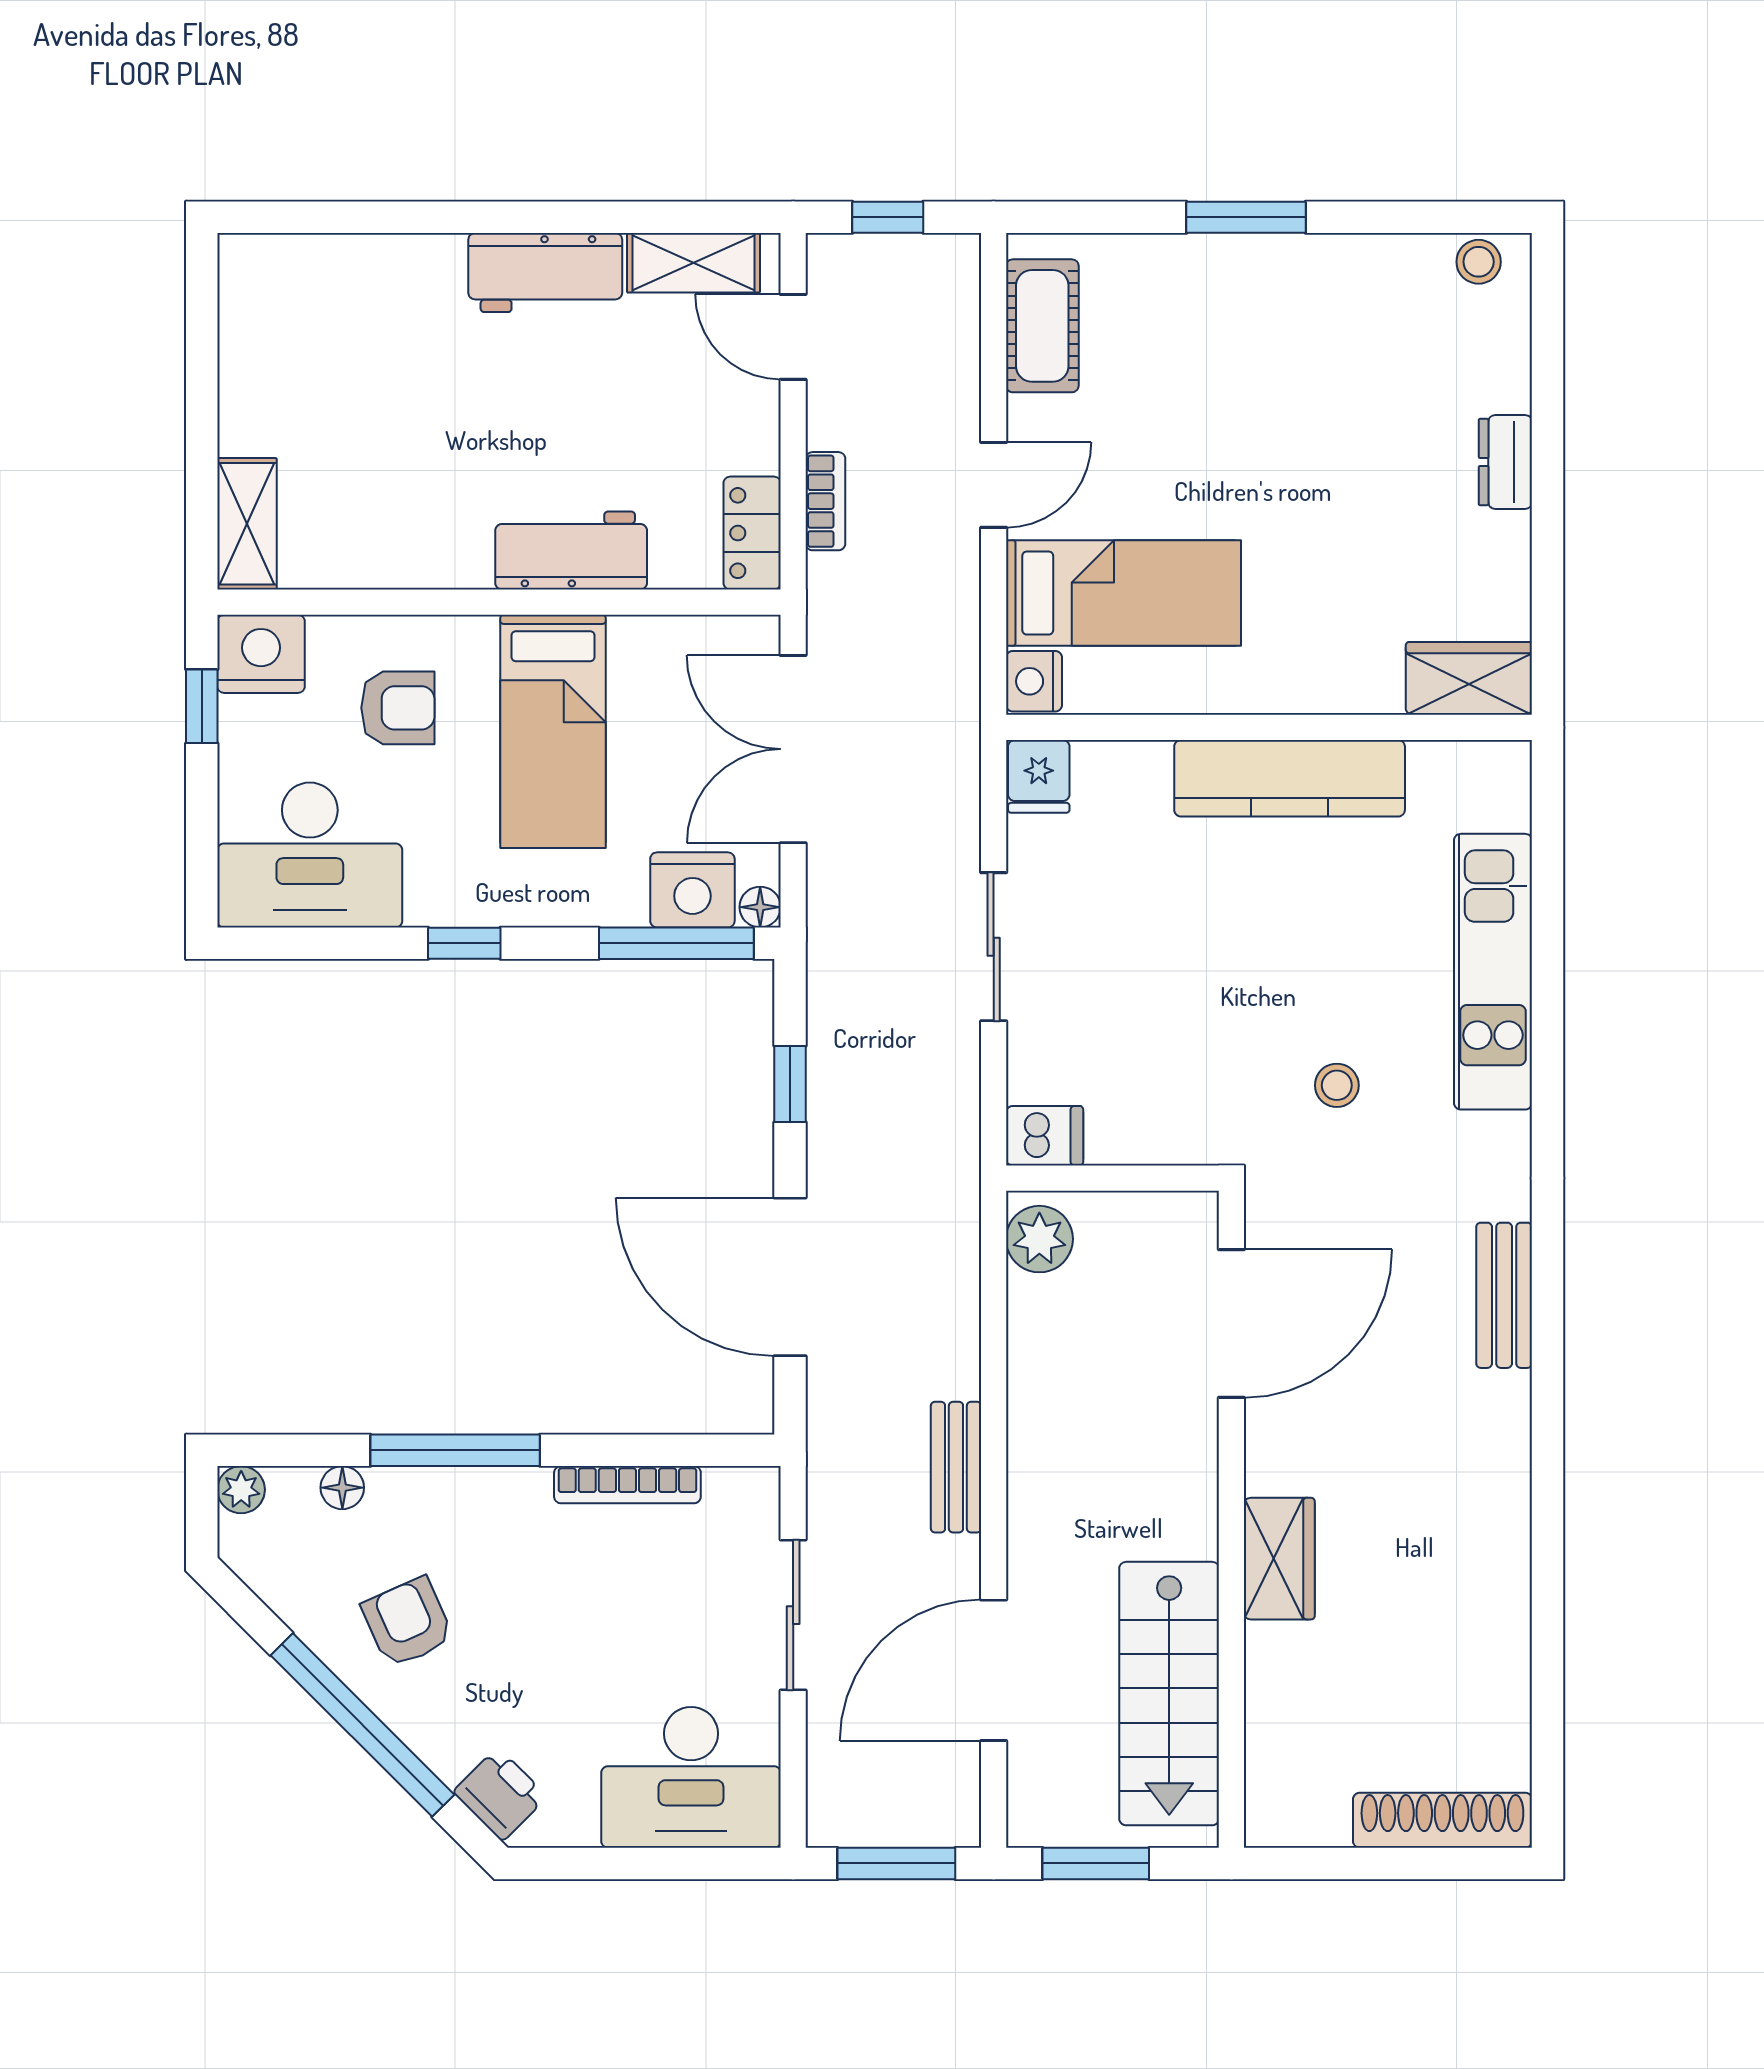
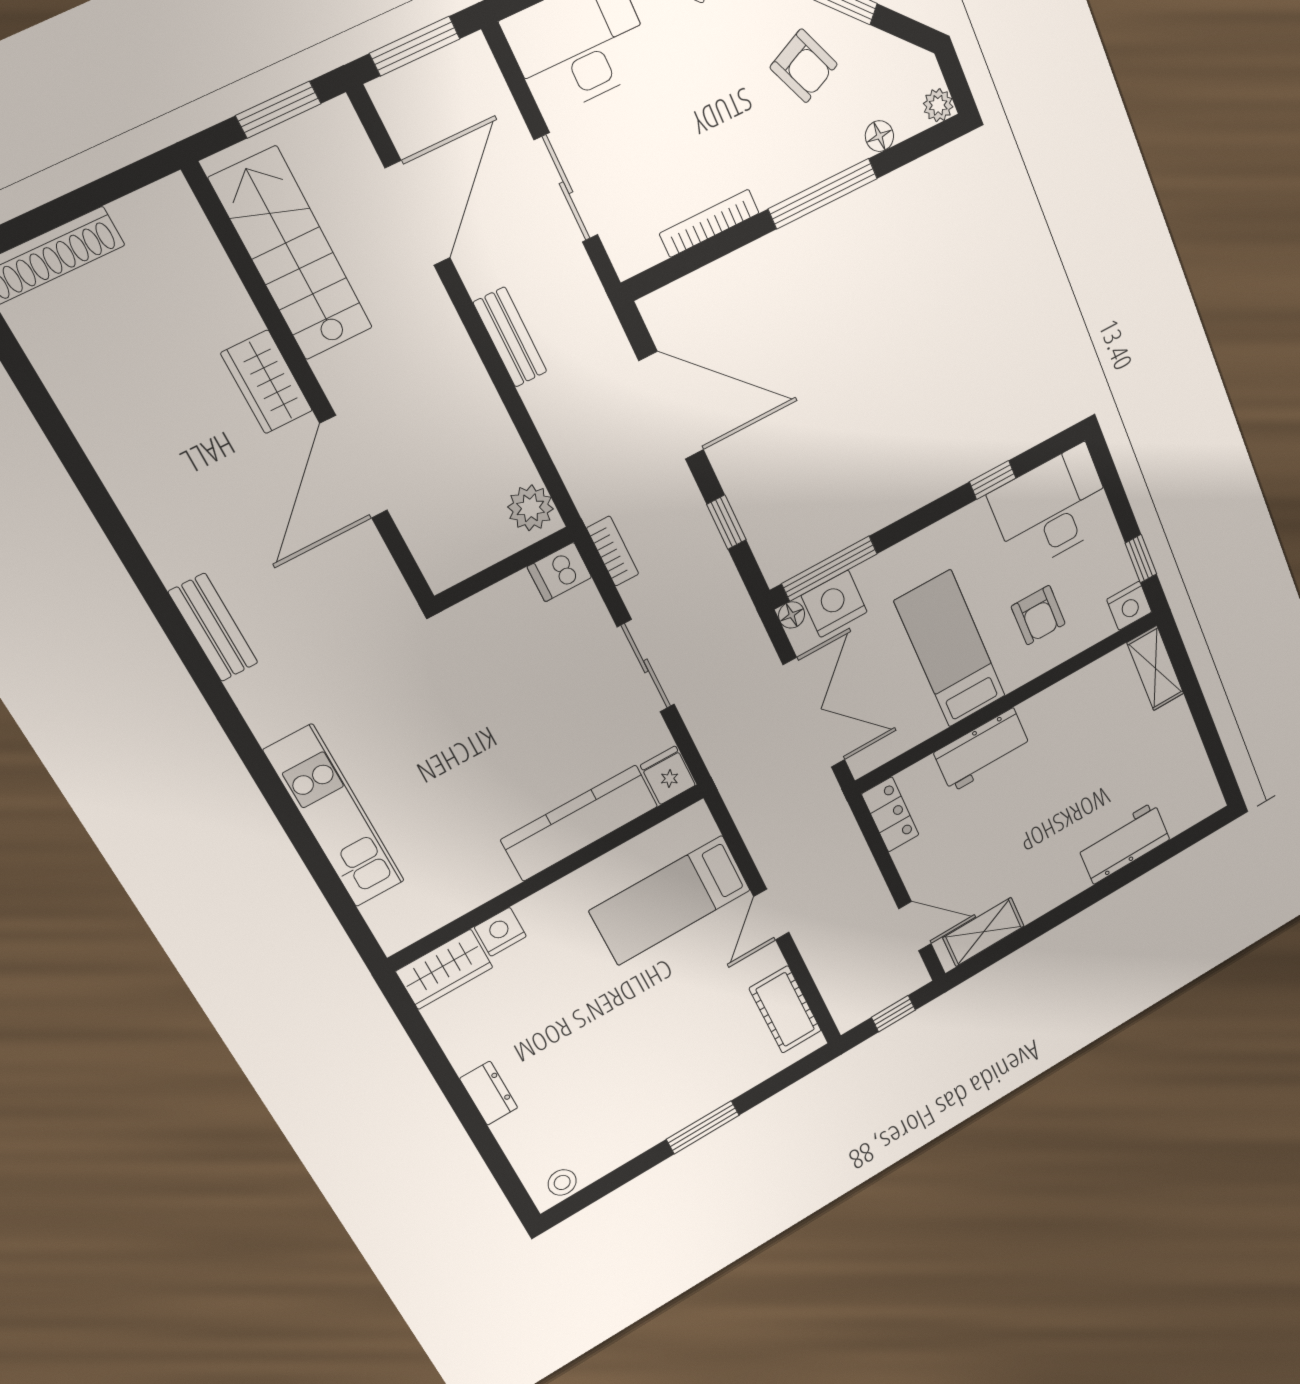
workbench: (545, 273) -> (1124, 843), moved
bookcase: (825, 501) -> (613, 551), moved, turned 180
nightstand: (261, 654) -> (1129, 606), width x0.74, depth x0.75
nightstand: (1034, 681) -> (500, 932), moved, turned -90
armchair: (398, 708) -> (1038, 615), turned -90
kitchen counter: (1290, 778) -> (580, 823), moved
window: (464, 943) -> (993, 480), moved
stool: (1337, 1085) -> (395, 698), removed
door: (1231, 1324) -> (354, 467), moved

